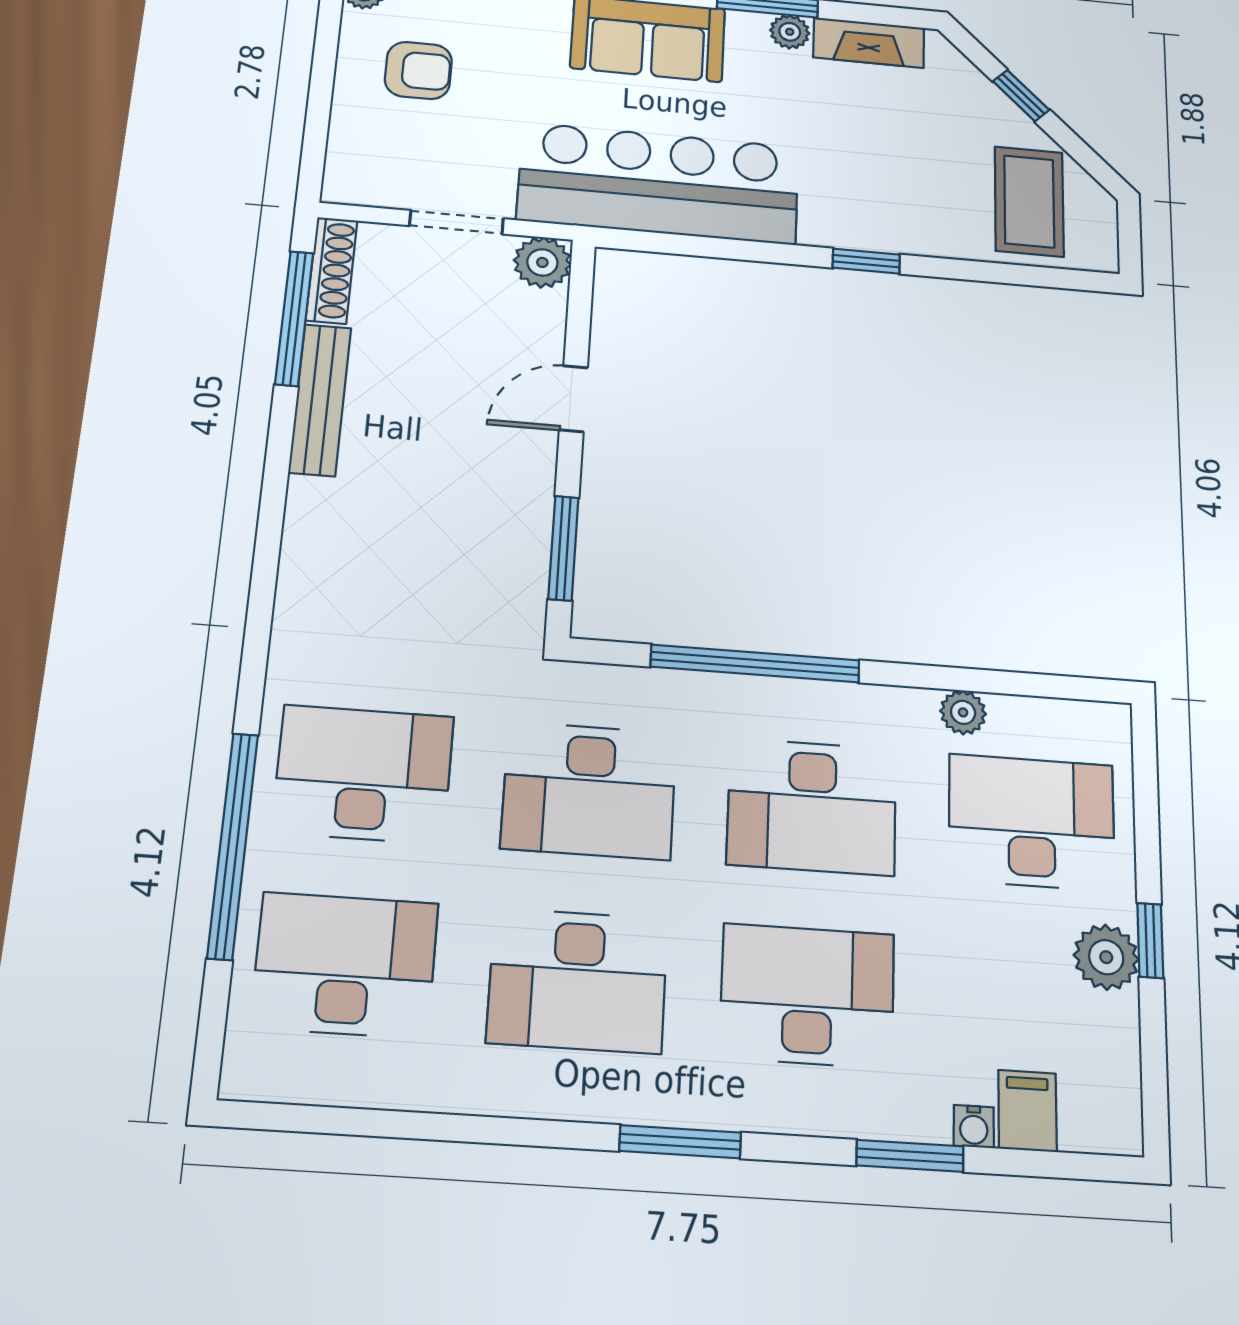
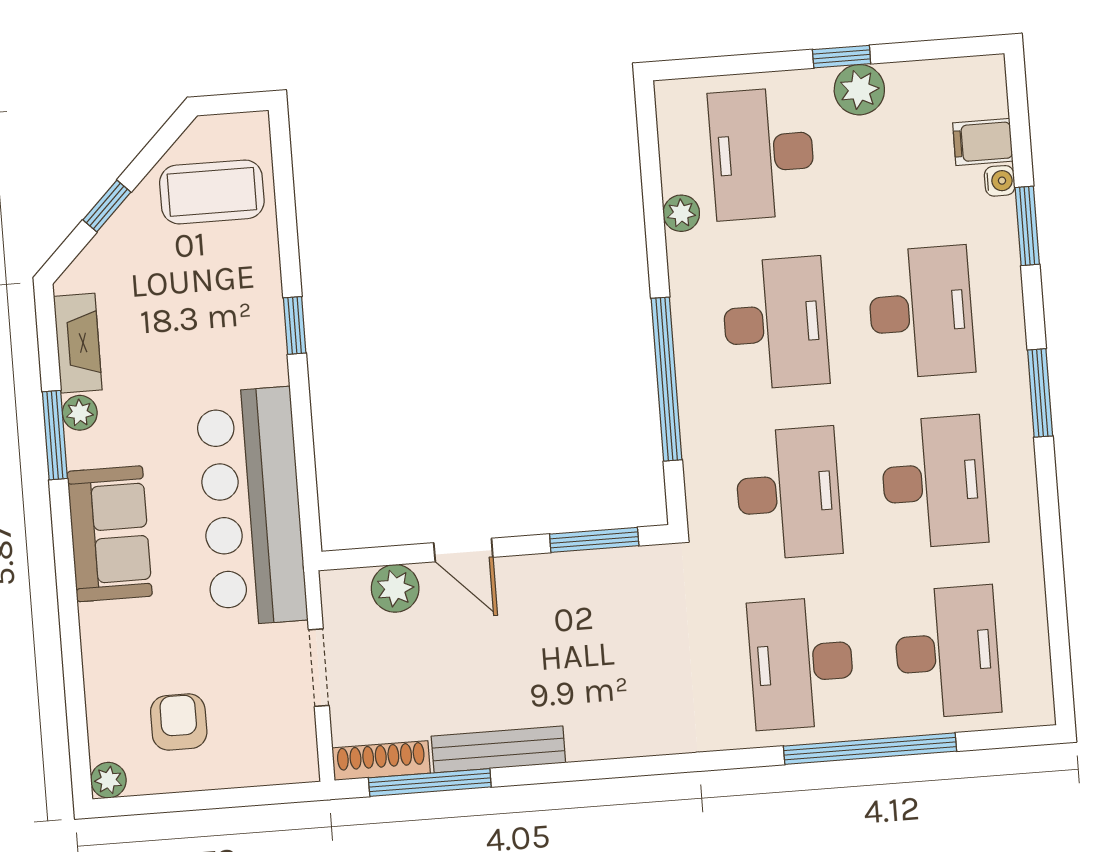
plant: (542, 262) -> (395, 588), moved
desk: (345, 965) -> (947, 652), turned 180
desk: (807, 996) -> (921, 312), turned 180

